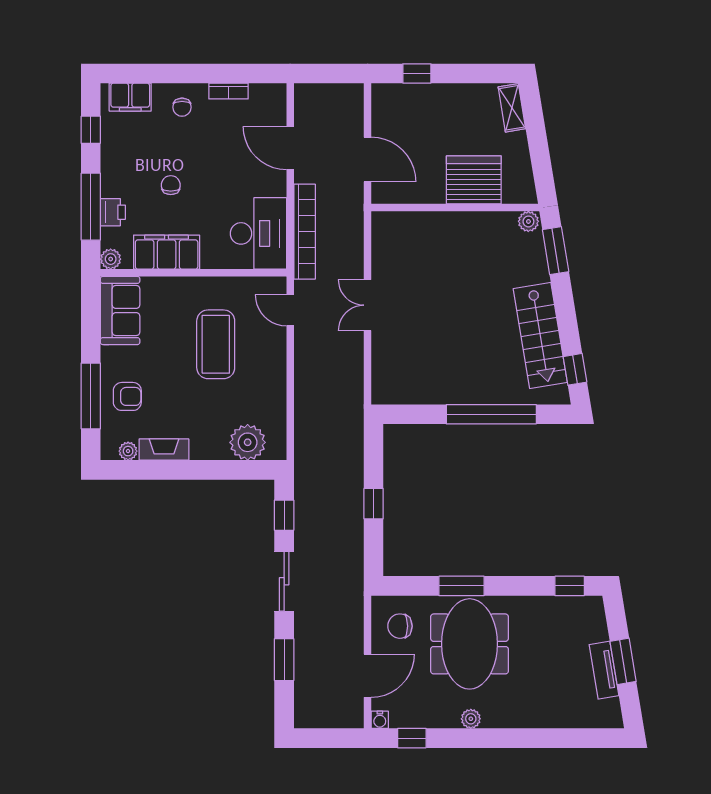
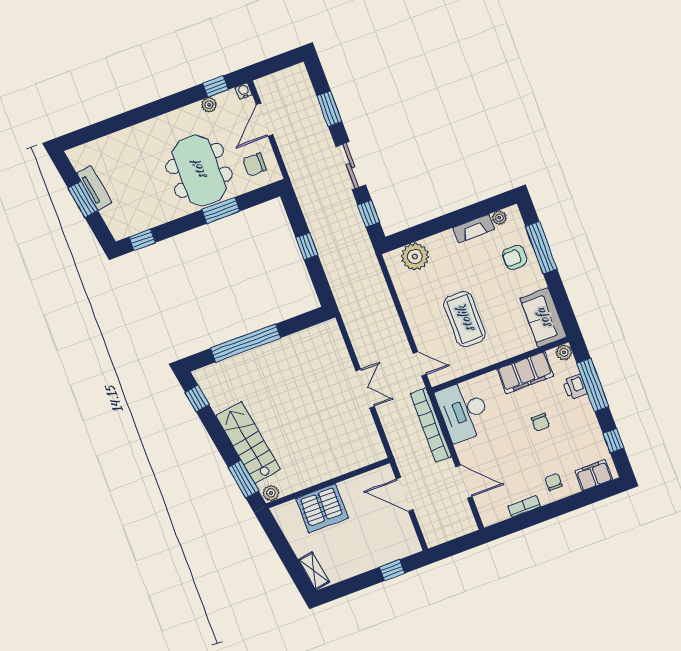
stairs: (540, 336) -> (248, 442), moved
chair: (400, 626) -> (254, 164), turned 180
plant: (471, 719) -> (209, 105), moved

